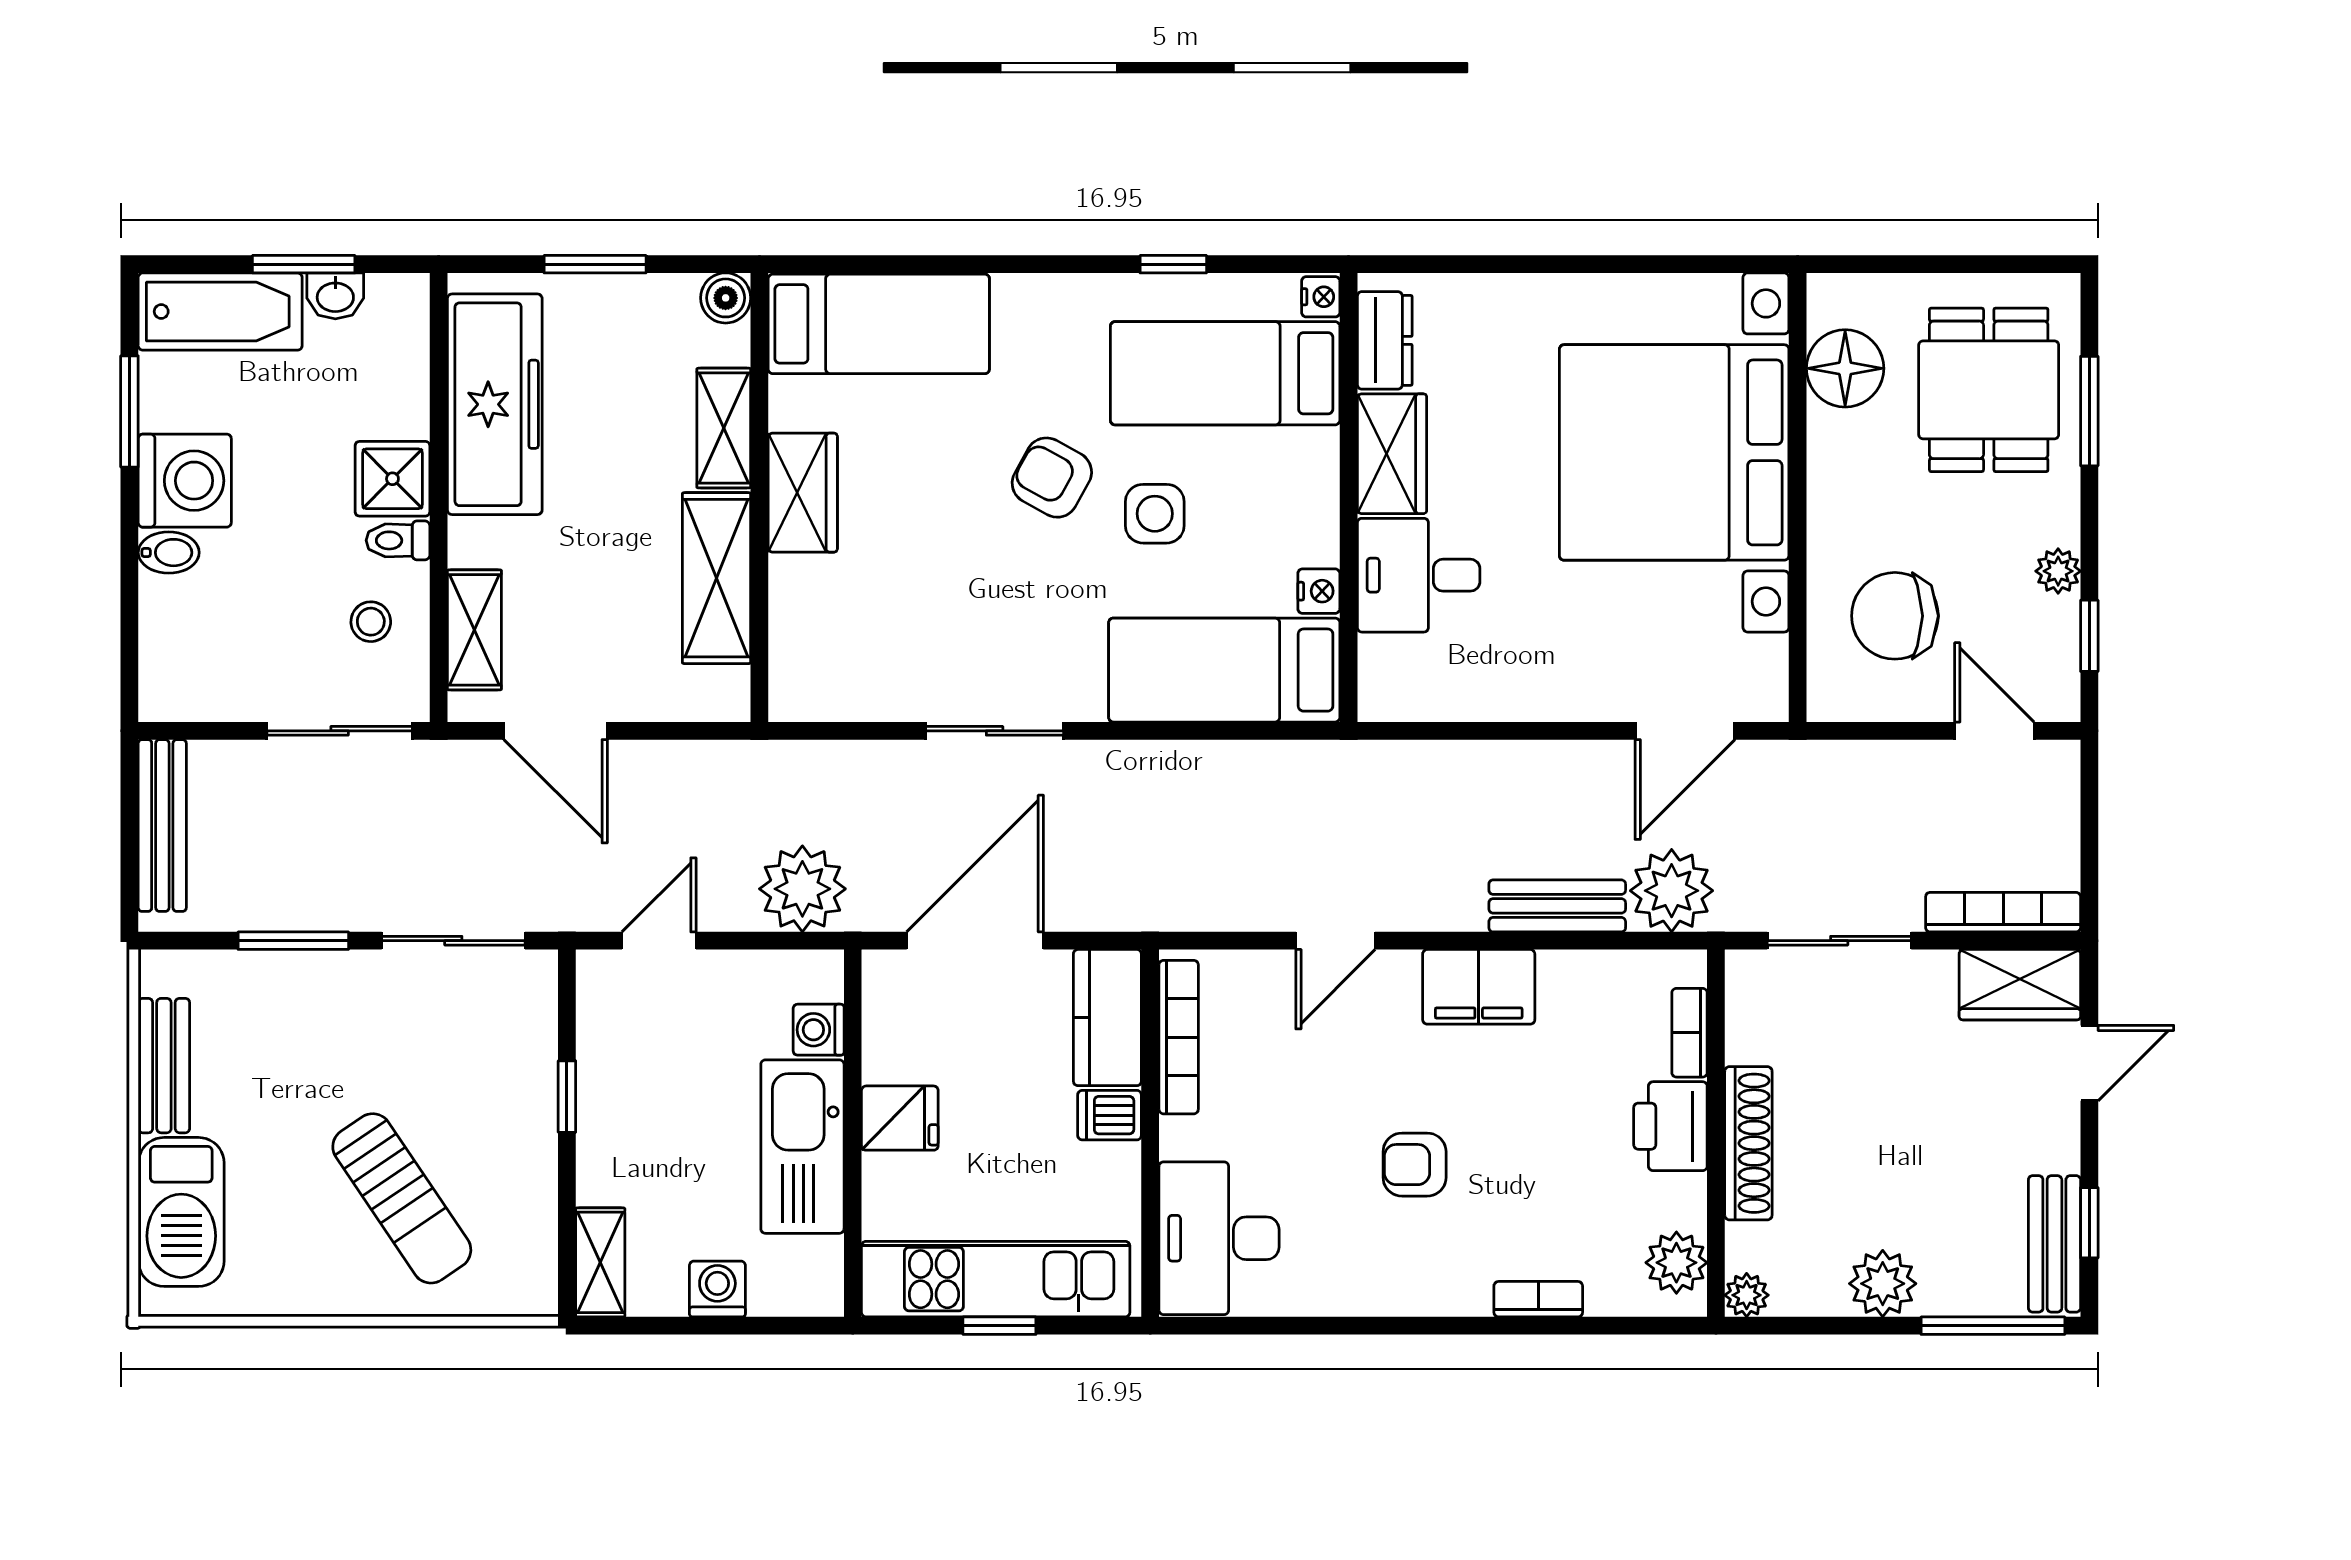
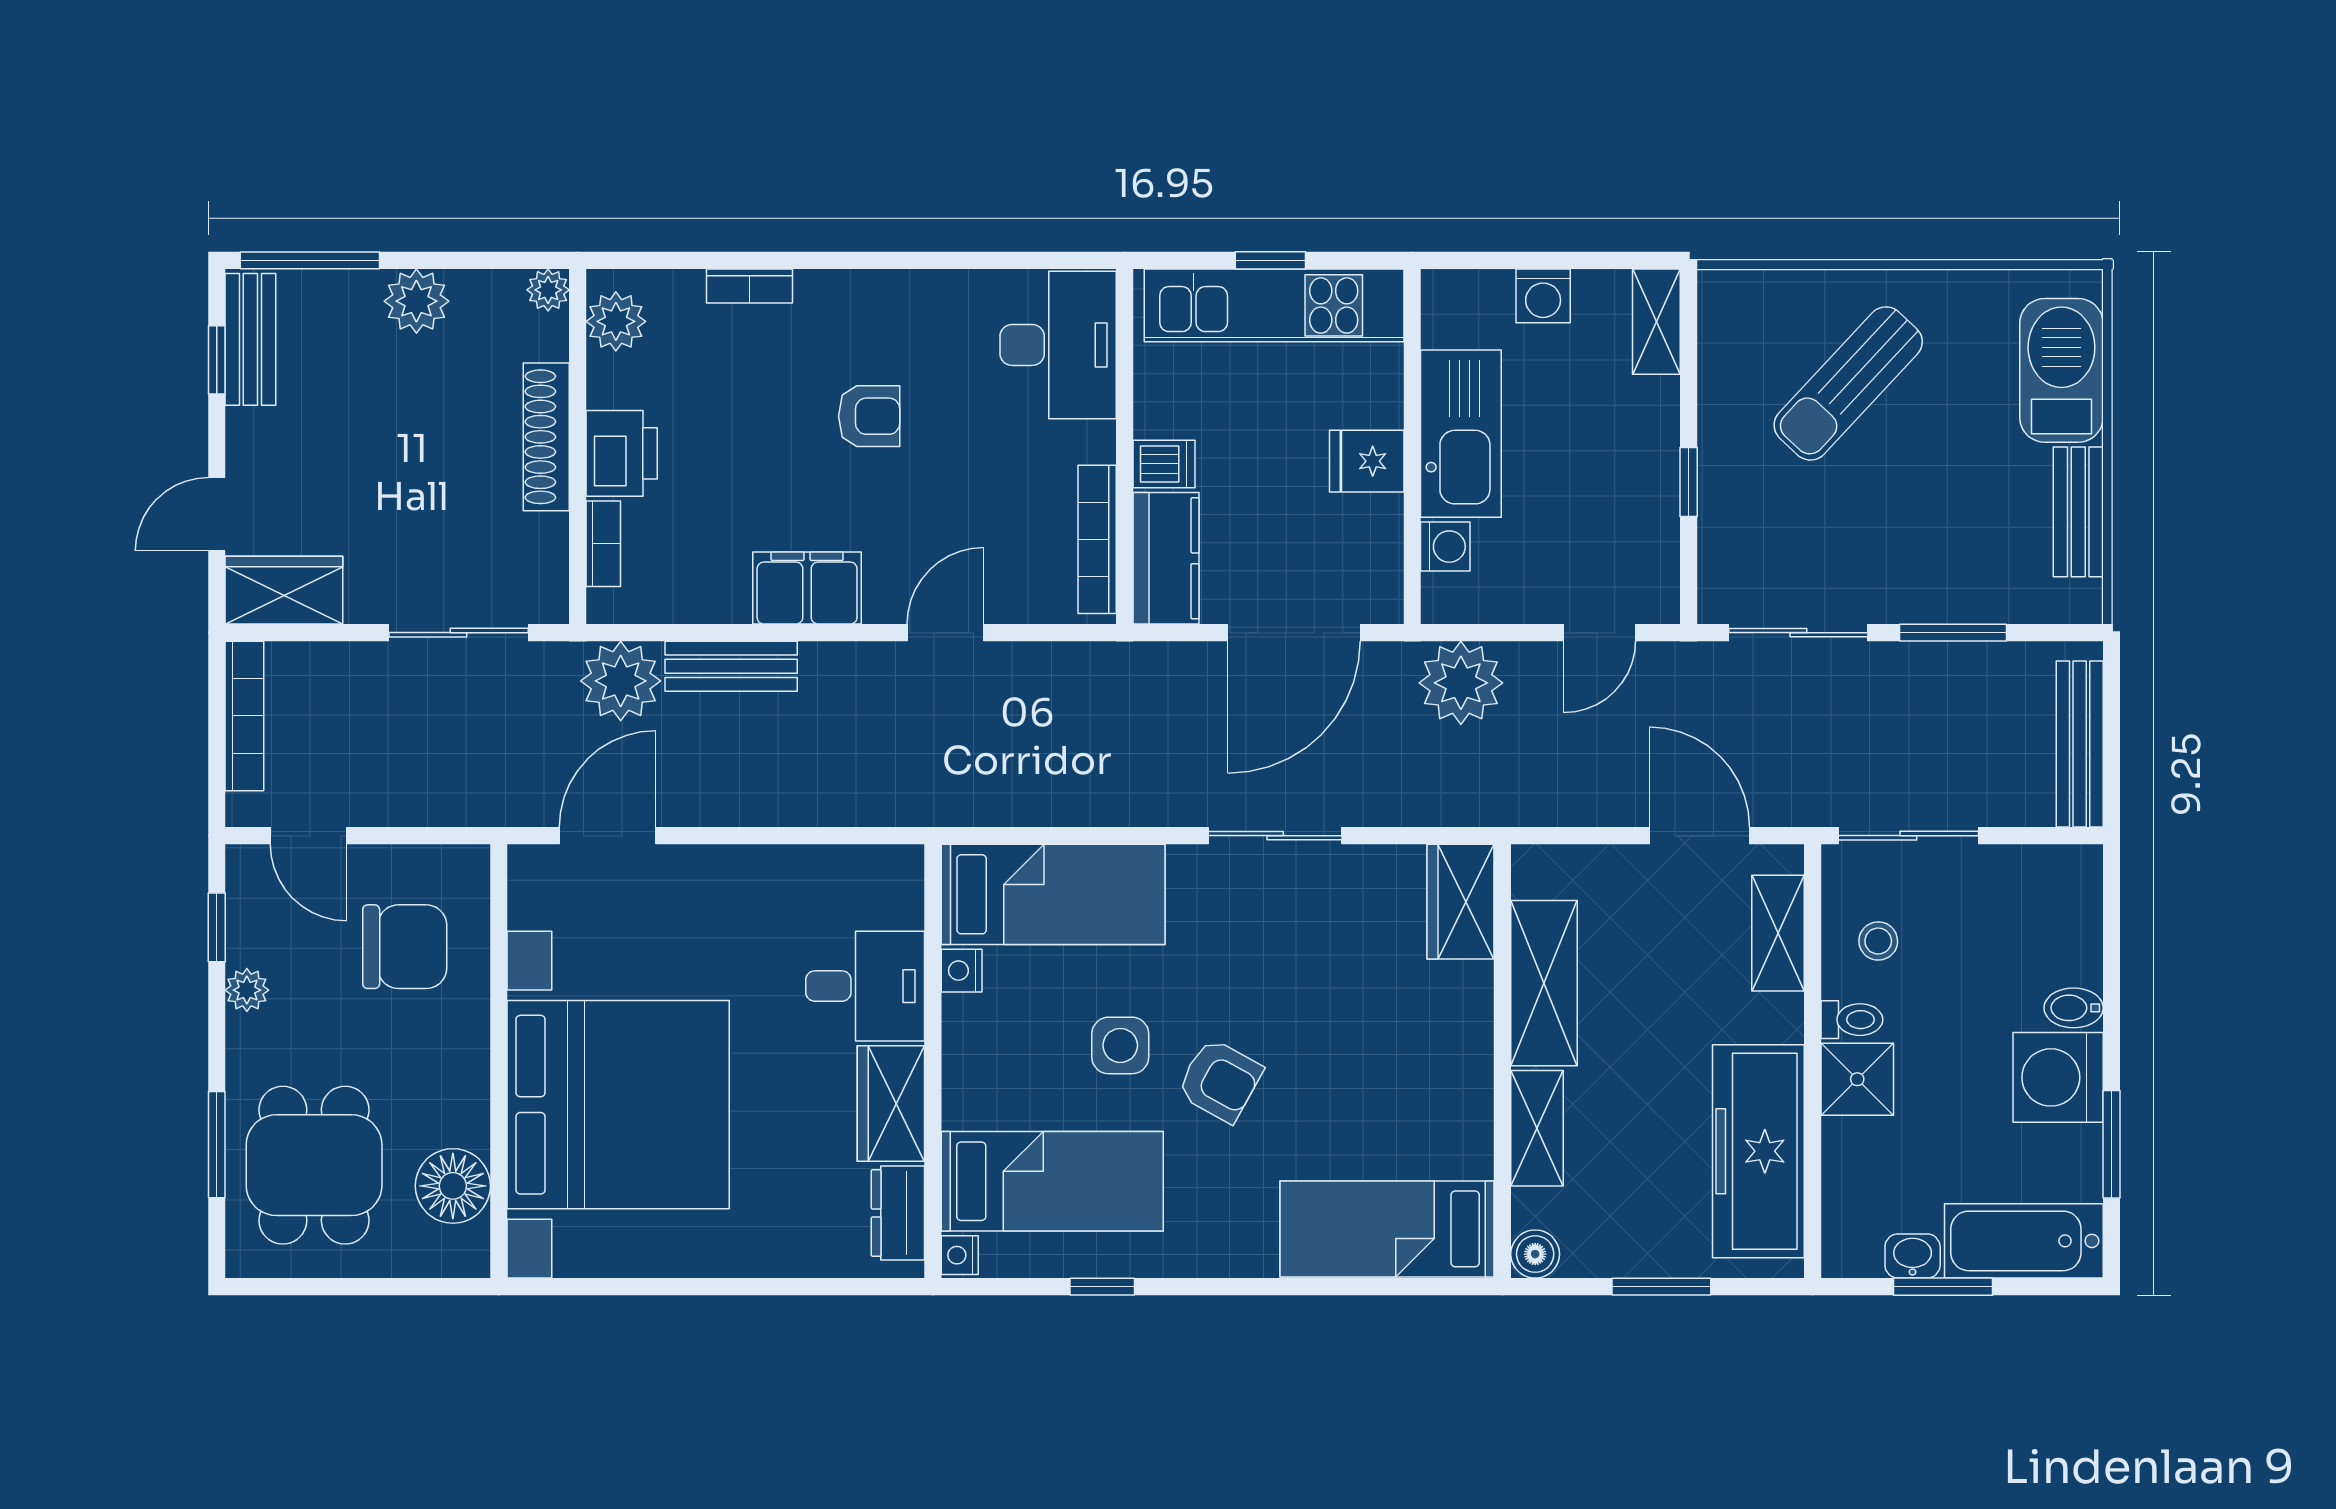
wardrobe: (803, 493) -> (1461, 902), moved
bookcase: (2003, 912) -> (244, 716), moved, turned -90
sun lounger: (402, 1198) -> (1848, 383), turned -103

